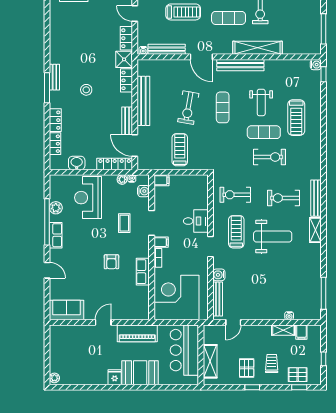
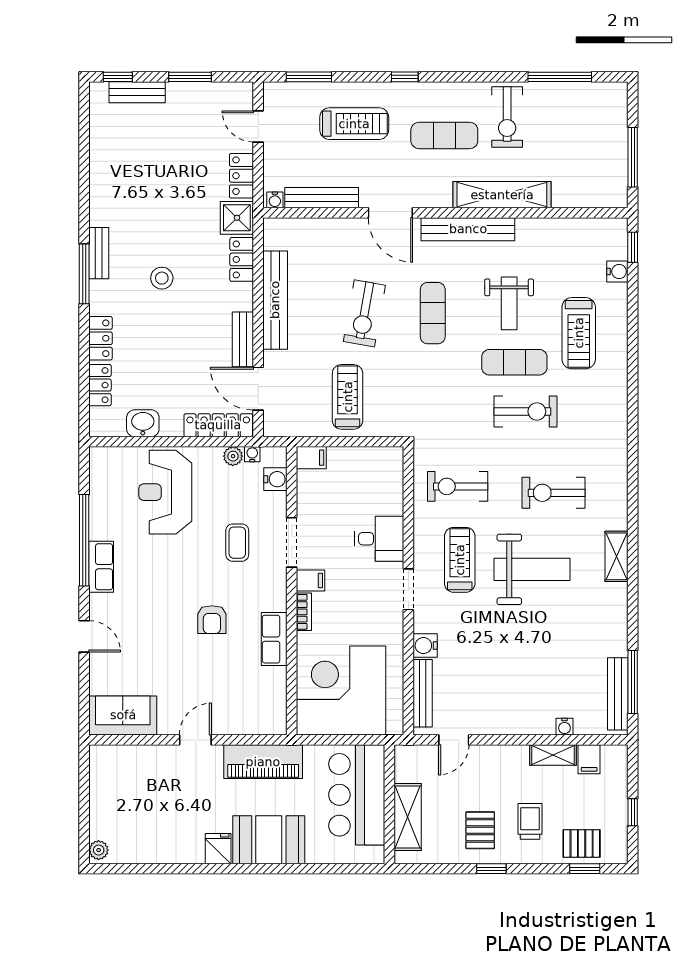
water cooler: (316, 65) -> (617, 271), moved
bench: (316, 198) -> (618, 694), moved
plant: (56, 208) -> (101, 512), removed

